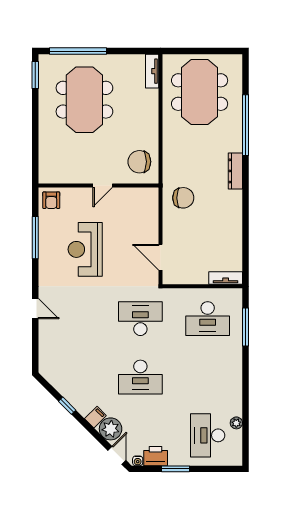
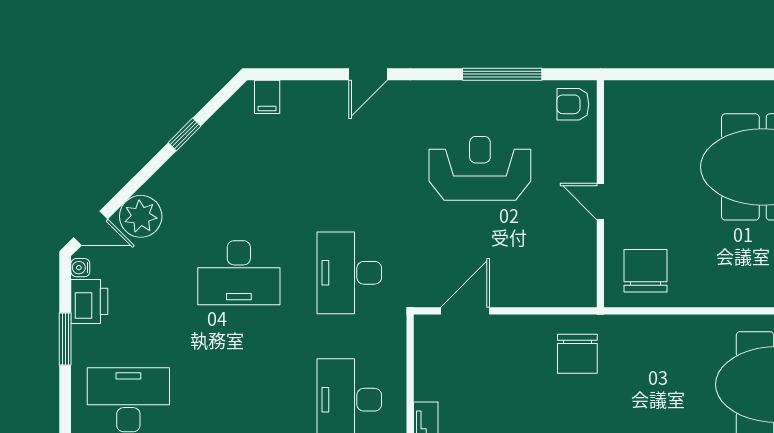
desk: (140, 319) -> (349, 273), turned 180
desk: (140, 377) -> (239, 273), turned -90
filing cabinet: (95, 417) -> (267, 97), moved, turned 45

